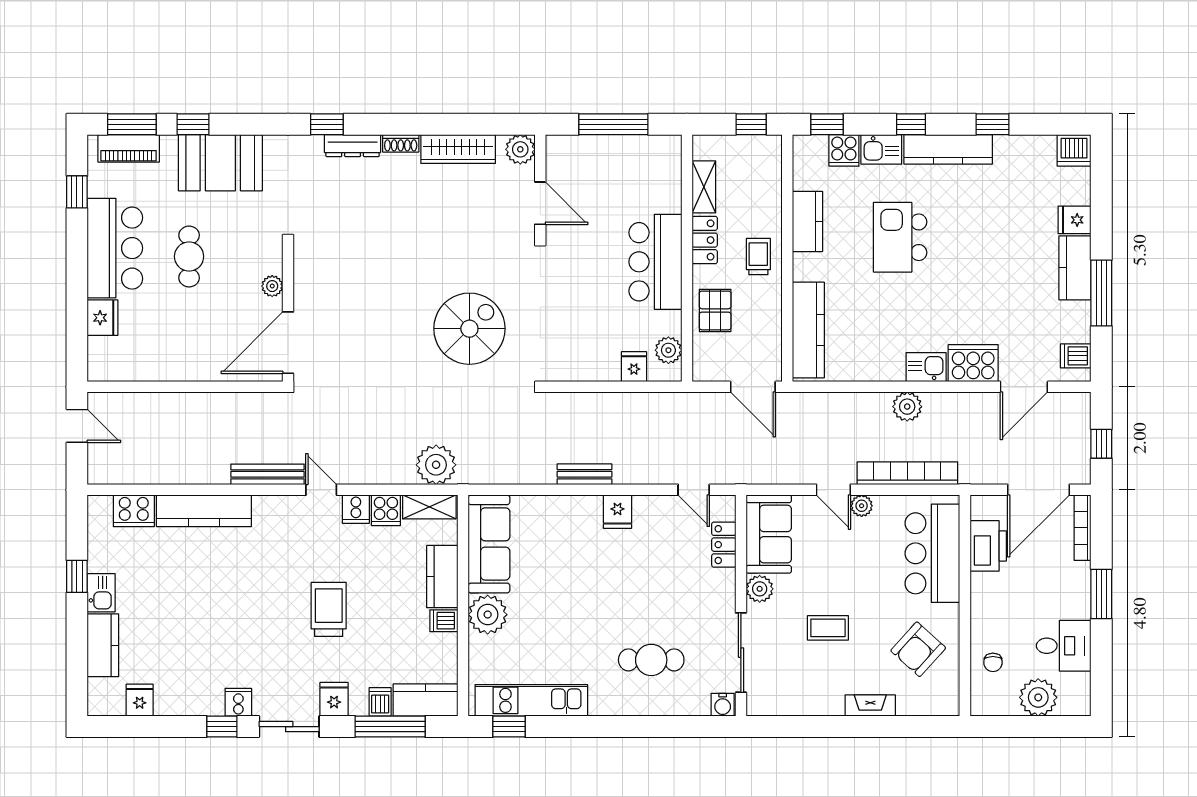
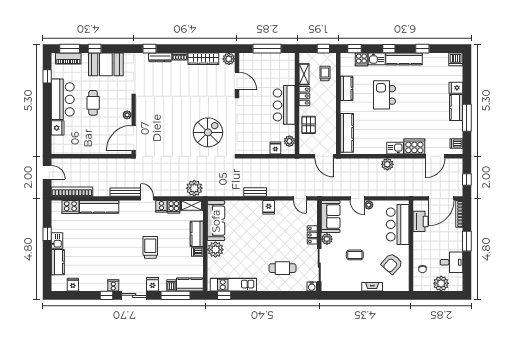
trolley: (758, 257) -> (325, 74), moved
bookcase: (907, 473) -> (72, 192), moved
locker: (724, 545) -> (312, 235), moved

